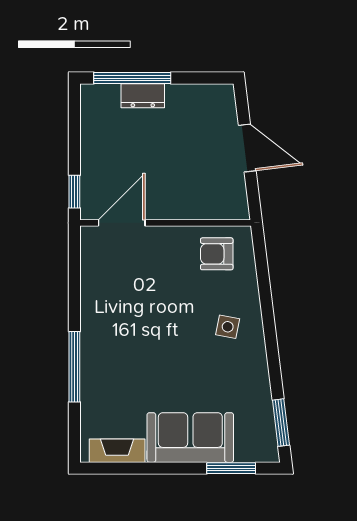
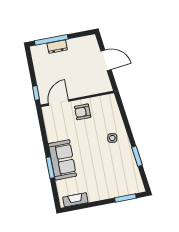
armchair: (217, 254) -> (83, 112), moved
window: (74, 367) -> (50, 168), width x0.69
window: (281, 423) -> (137, 156), moved
sofa: (190, 438) -> (62, 160), moved, turned 90

